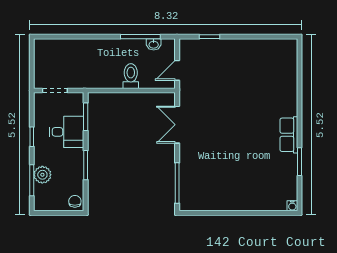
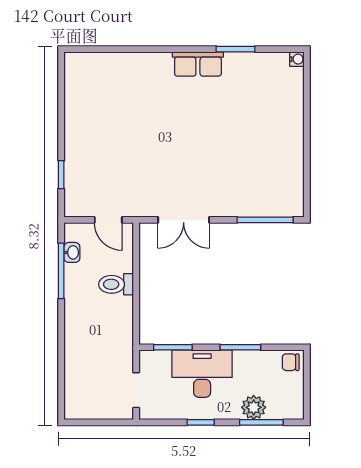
desk: (67, 132) -> (202, 374), width x1.37

